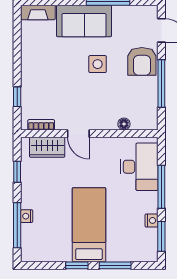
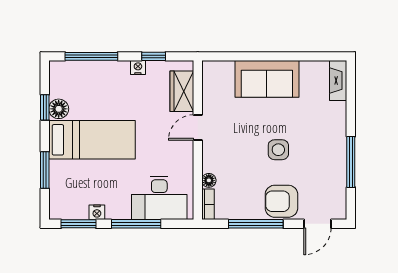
sofa: (84, 21) -> (267, 79), moved, turned -90
window: (17, 97) -> (240, 56), removed
bookcase: (41, 125) -> (208, 204), moved
nightstand: (27, 216) -> (138, 68), moved
floor lamp: (62, 253) -> (59, 109), added
window: (77, 265) -> (45, 107), moved

